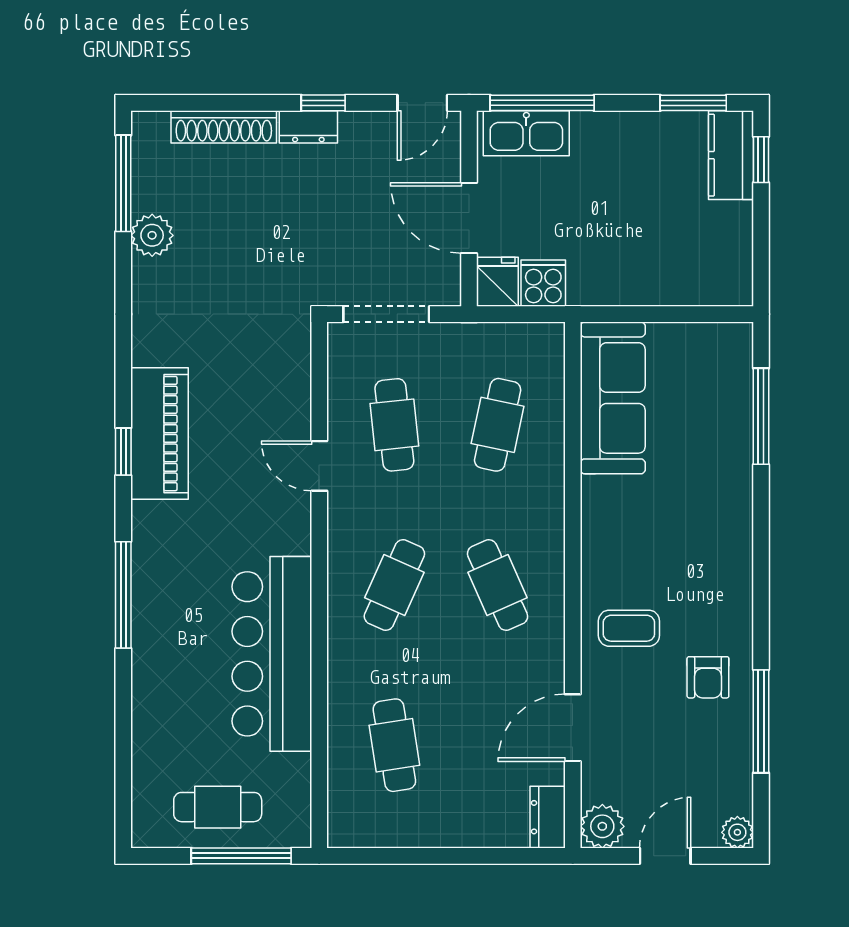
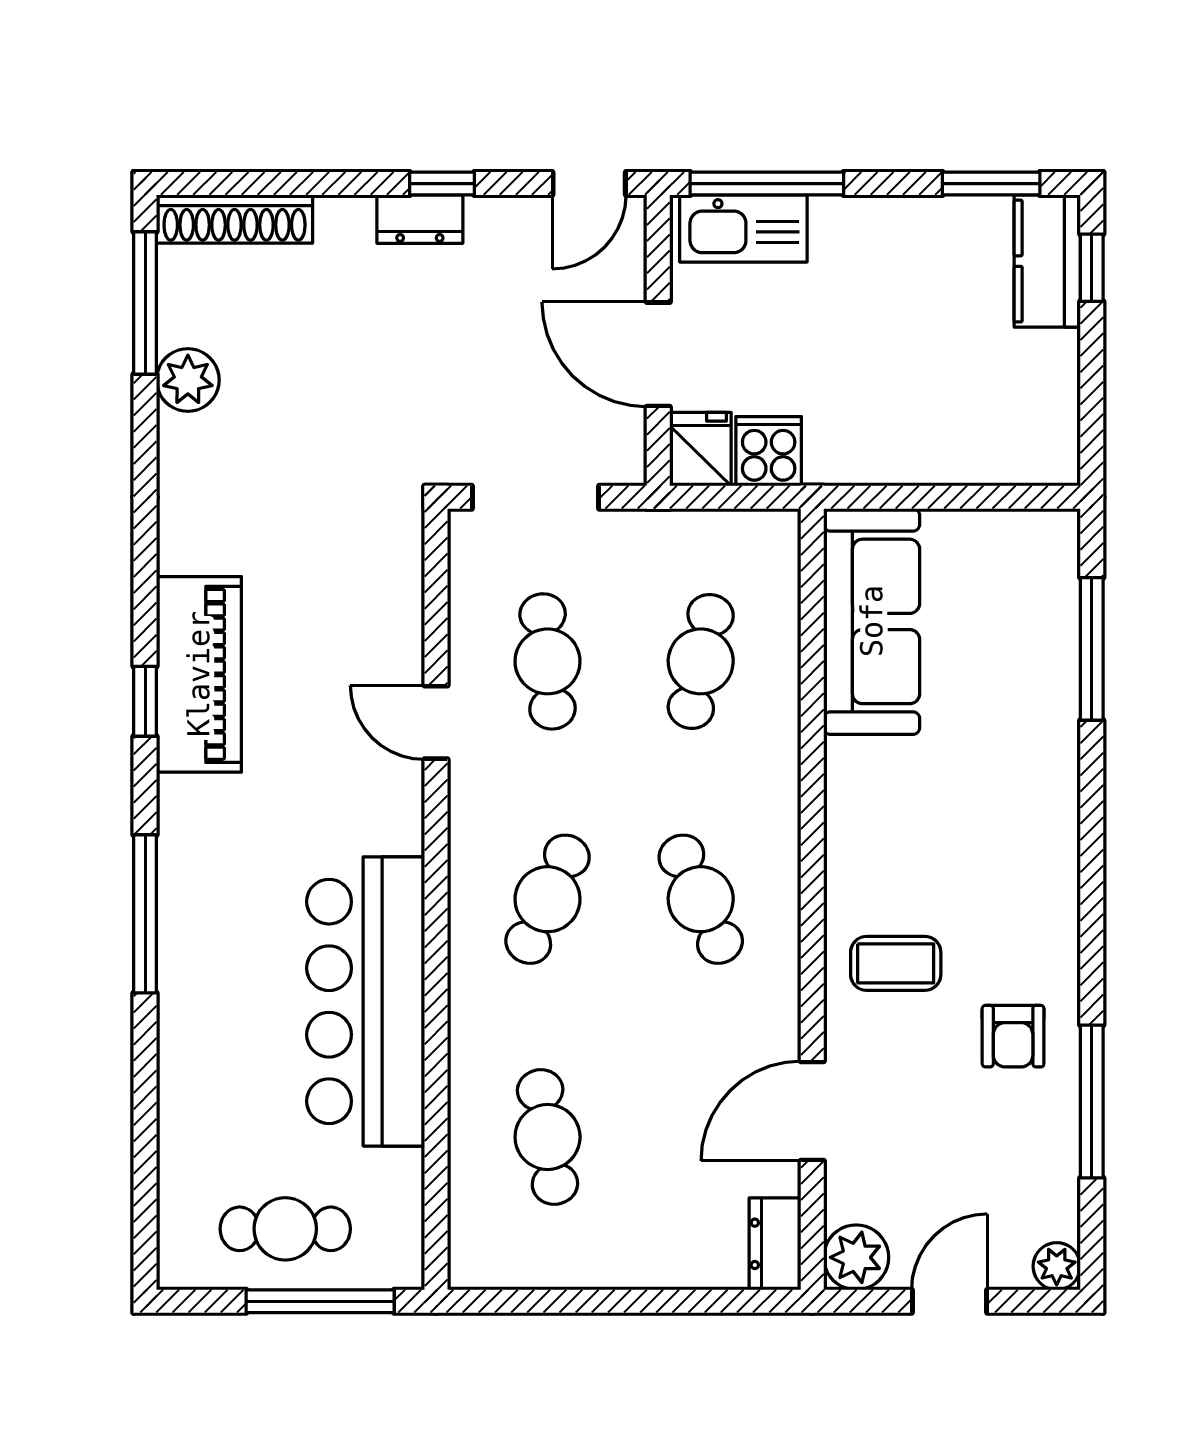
shoe rack: (224, 127) -> (235, 219), moved

